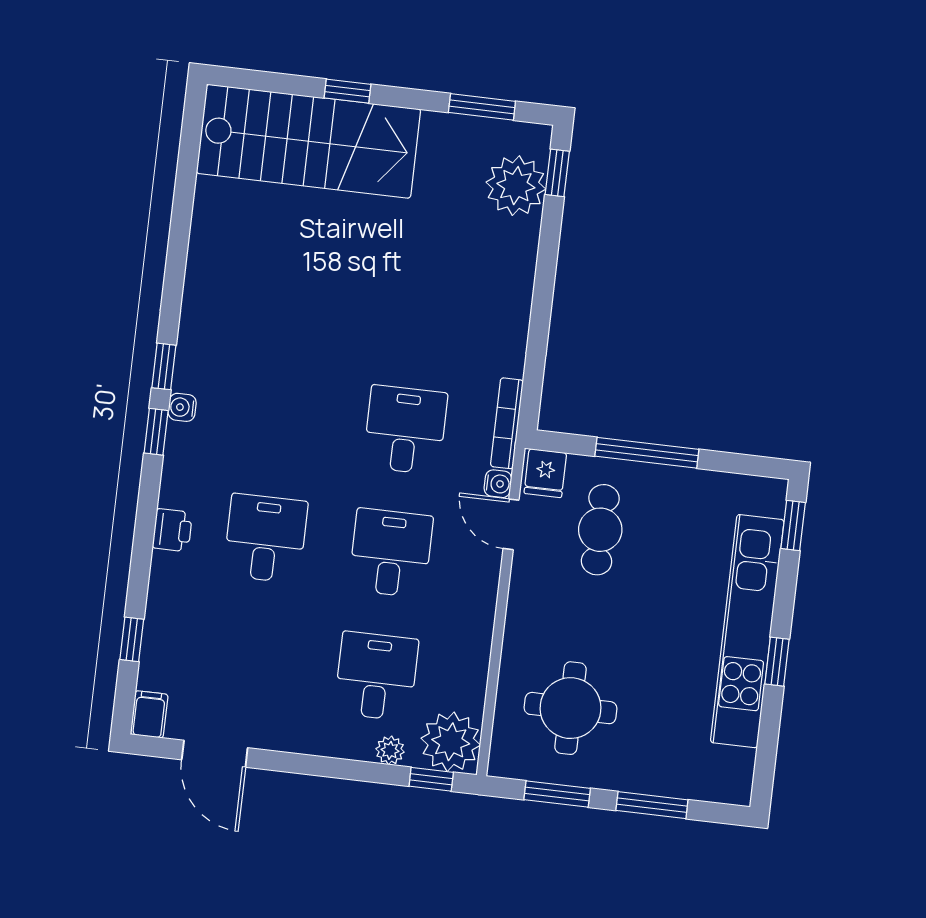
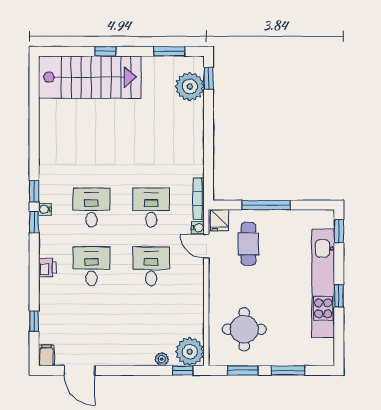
desk: (376, 676) -> (91, 208), moved

